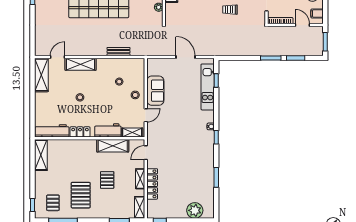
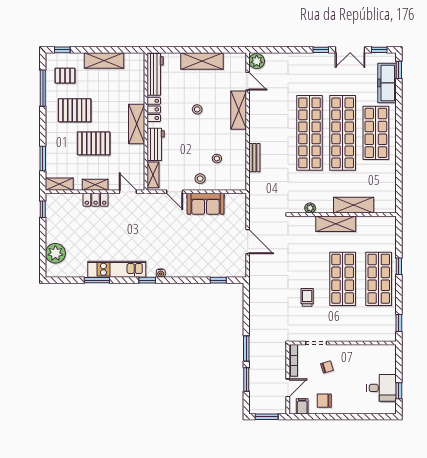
plant: (41, 50) -> (257, 61), added
door: (185, 57) -> (248, 242), hinge flipped
shelving: (41, 75) -> (202, 61), moved
kitchen unit: (208, 87) -> (117, 269), moved
shelving: (113, 146) -> (137, 124), moved
shelving: (41, 155) -> (104, 60), moved
pallet: (107, 180) -> (94, 143), width x1.50, depth x1.42
locker: (152, 184) -> (96, 200), width x0.66

